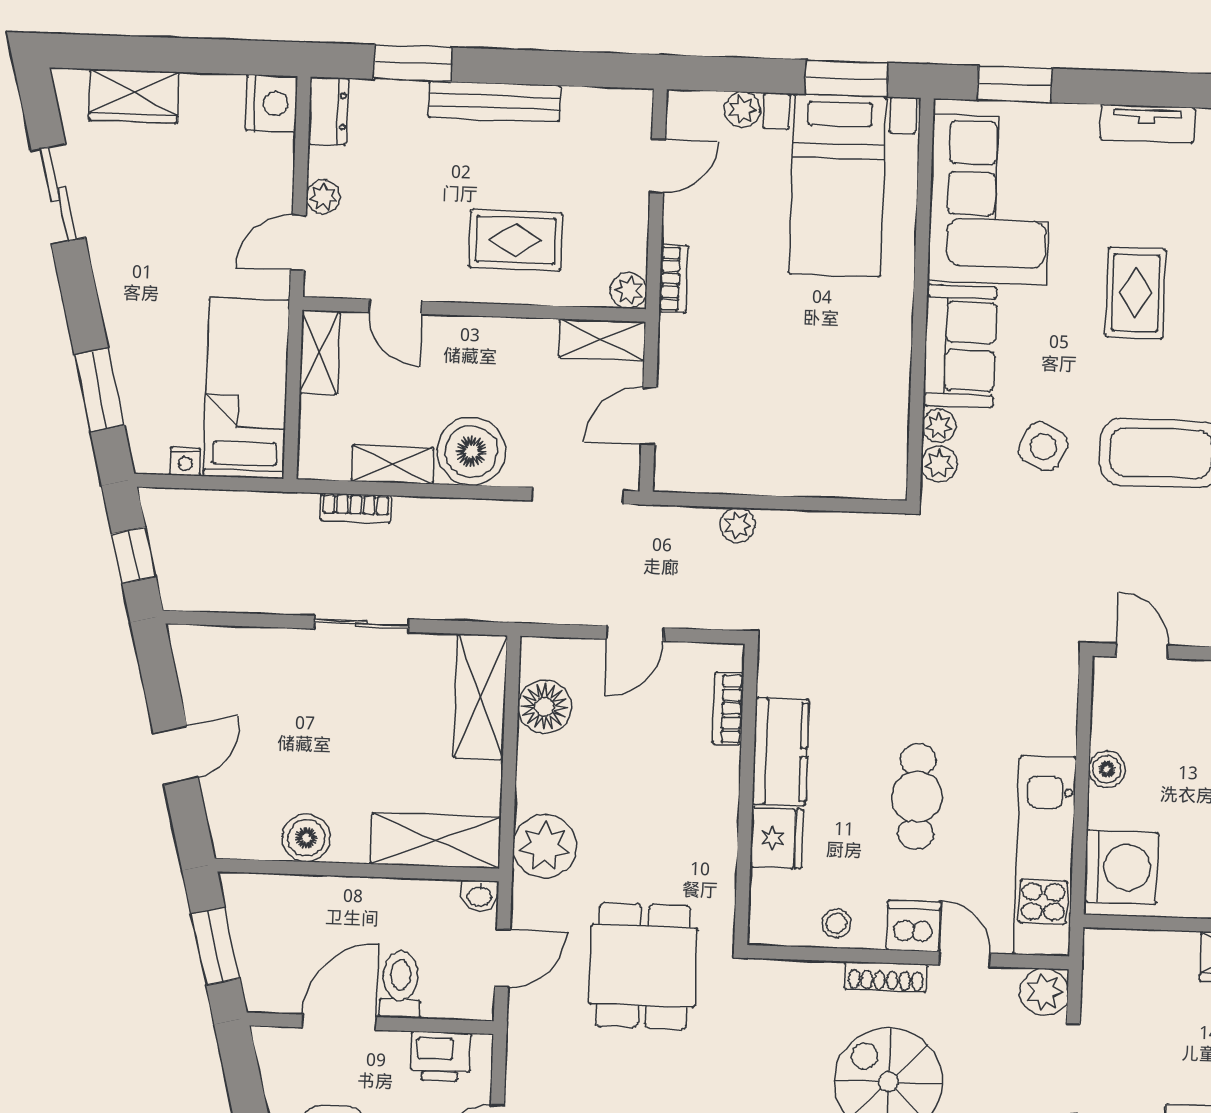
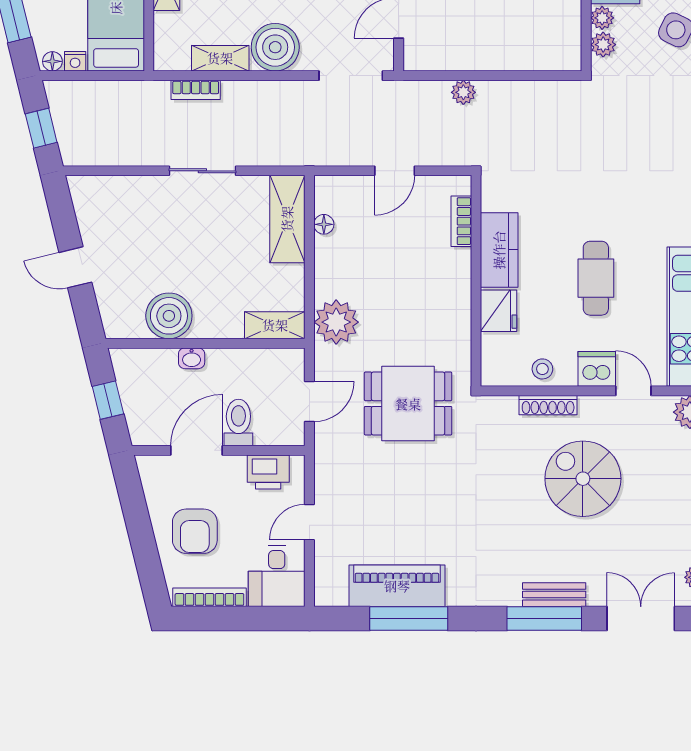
floor lamp: (153, 460) -> (52, 61), added
floor lamp: (544, 707) -> (324, 224), width x0.53, depth x0.53
door: (176, 755) -> (75, 267), swing flipped
boiler: (306, 838) -> (169, 316), width x1.37, depth x1.37
shelving: (436, 841) -> (275, 325), width x0.67, depth x0.75
washbasin: (480, 896) -> (192, 358), moved
window: (215, 946) -> (108, 400), width x0.67
dining table: (643, 966) -> (408, 404), turned 90
shoe rack: (886, 977) -> (548, 405), moved

